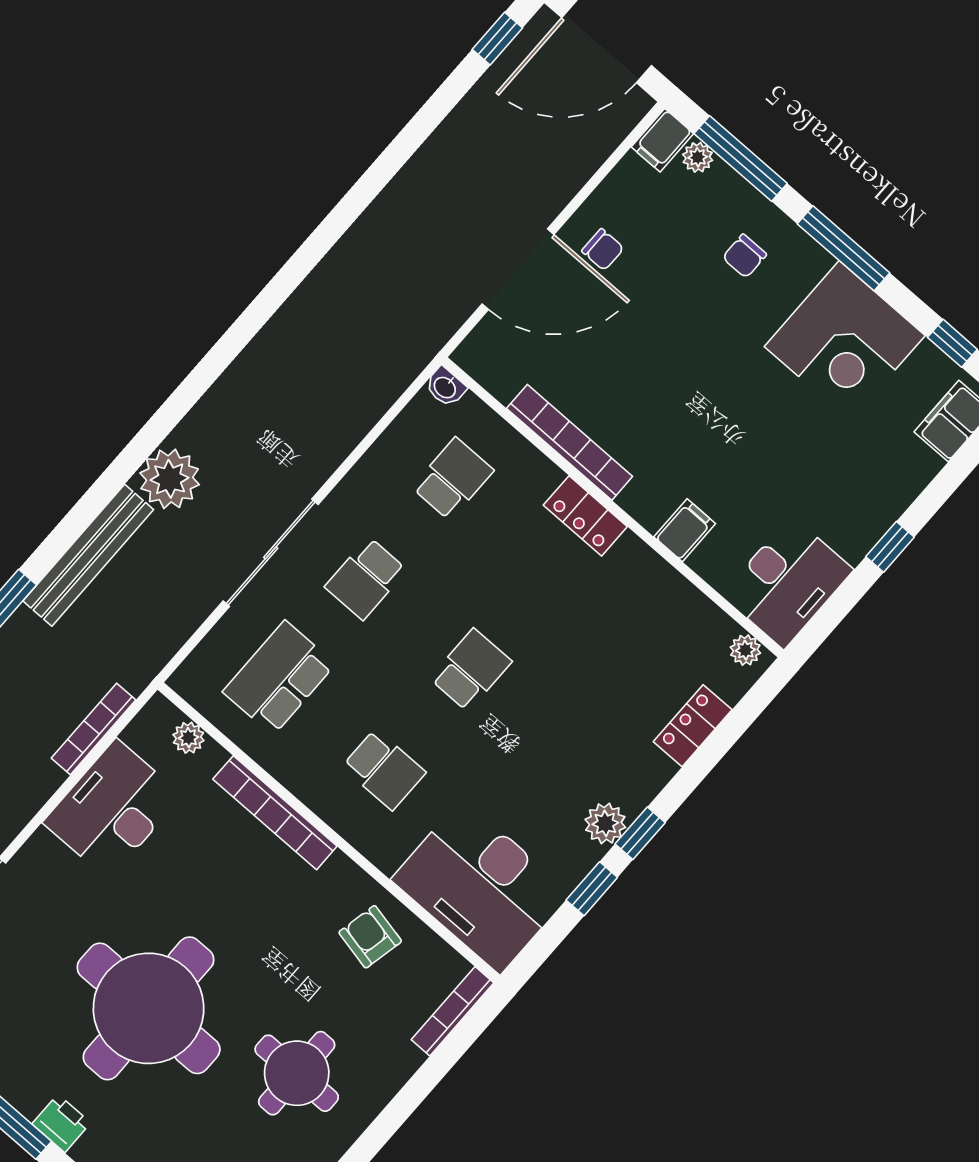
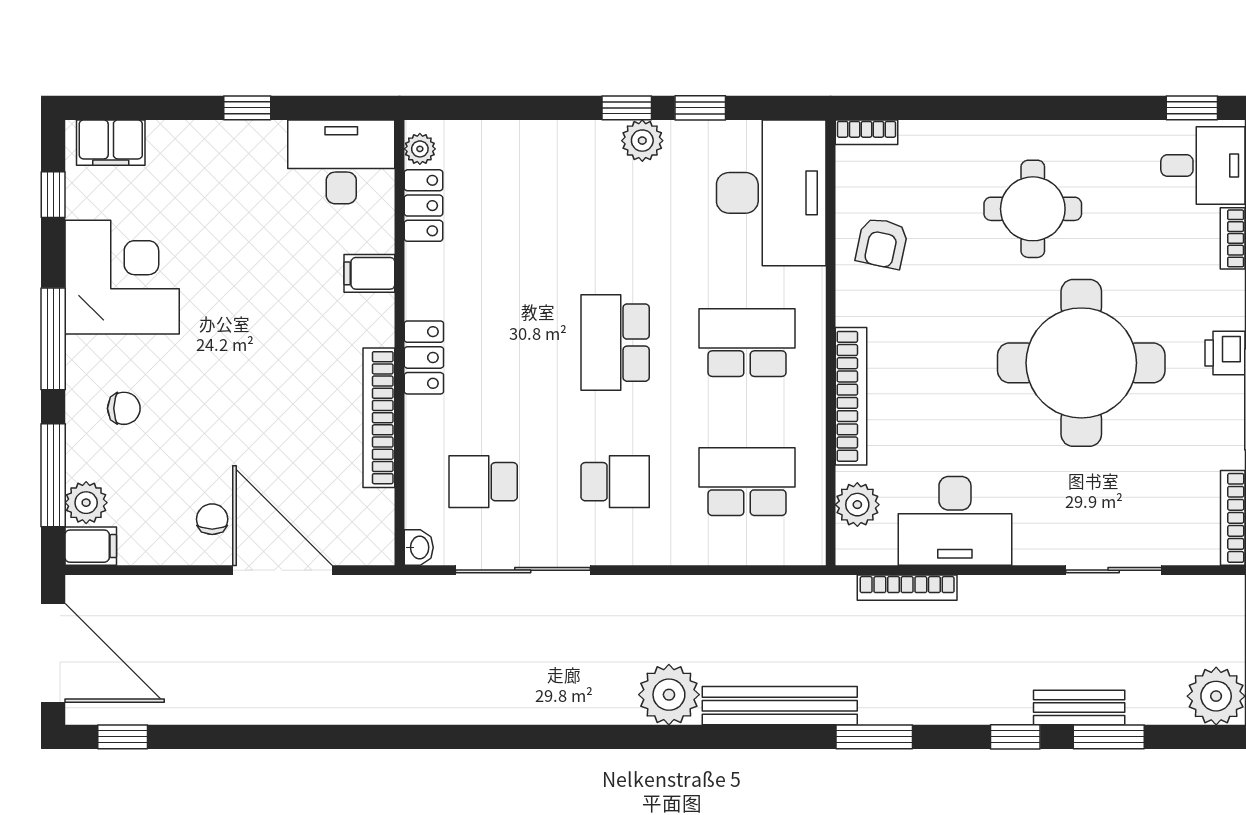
plant: (698, 157) -> (86, 503), width x1.38, depth x1.38
sliding door: (271, 553) -> (523, 570), moved
school desk: (471, 670) -> (615, 343), width x1.85
school desk: (279, 678) -> (747, 482), turned 180
locker: (693, 726) -> (423, 206), moved, turned -90
plant: (188, 738) -> (857, 505), width x1.38, depth x1.38
school desk: (384, 770) -> (747, 343), width x1.85
bookcase: (452, 1011) -> (866, 132), width x0.64

